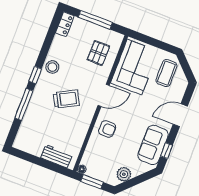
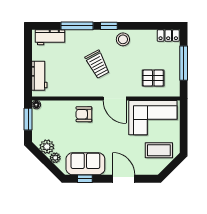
armchair: (107, 129) -> (84, 114), turned 90
workbench: (25, 133) -> (50, 37), added
plant: (137, 171) -> (55, 158), added

